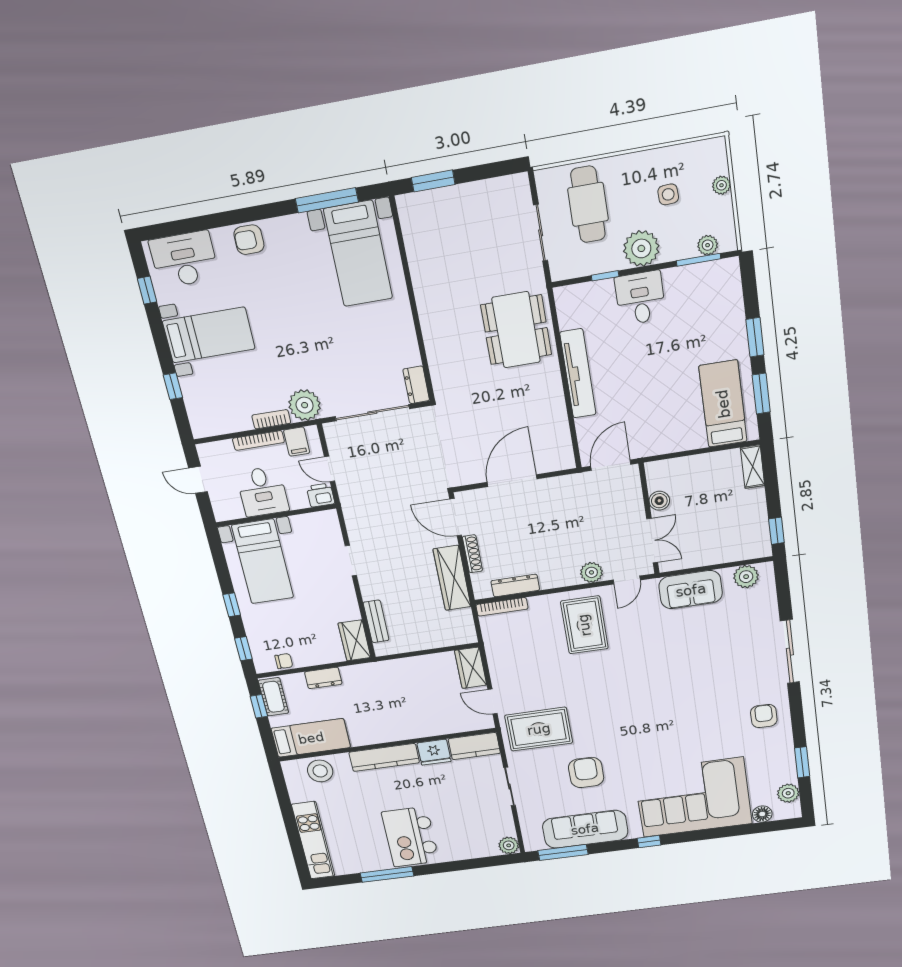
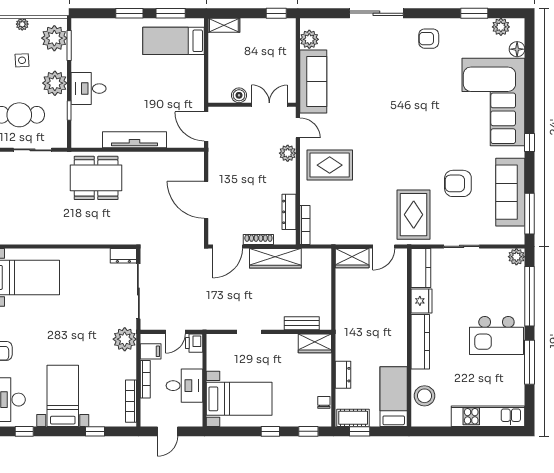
plant: (708, 245) -> (54, 38), width x1.88, depth x1.88
bookcase: (271, 419) -> (131, 401), moved, width x1.56
sofa: (691, 590) -> (313, 81), width x1.36
window: (464, 865) -> (530, 296), added

